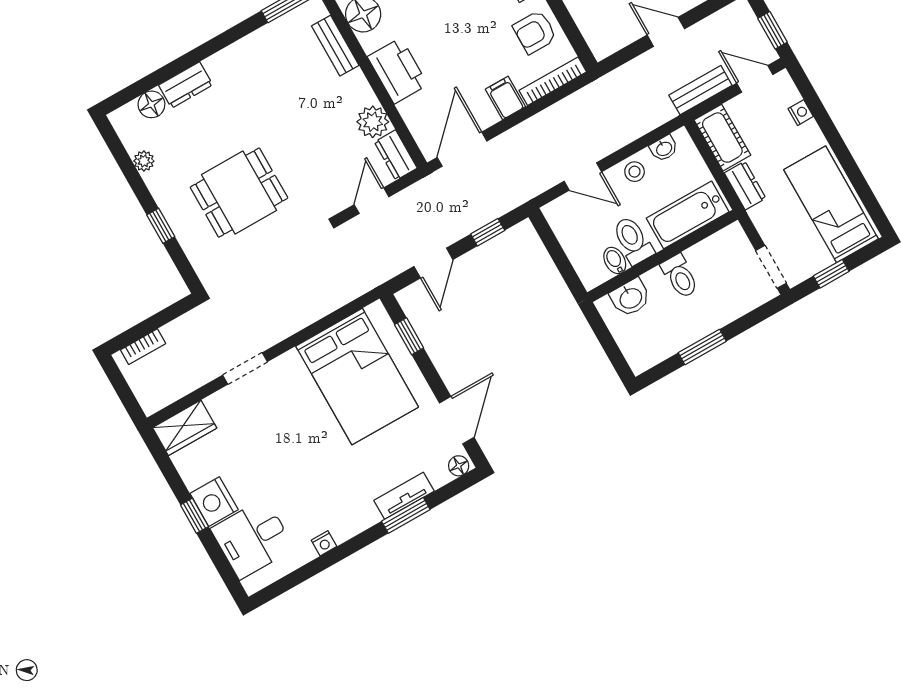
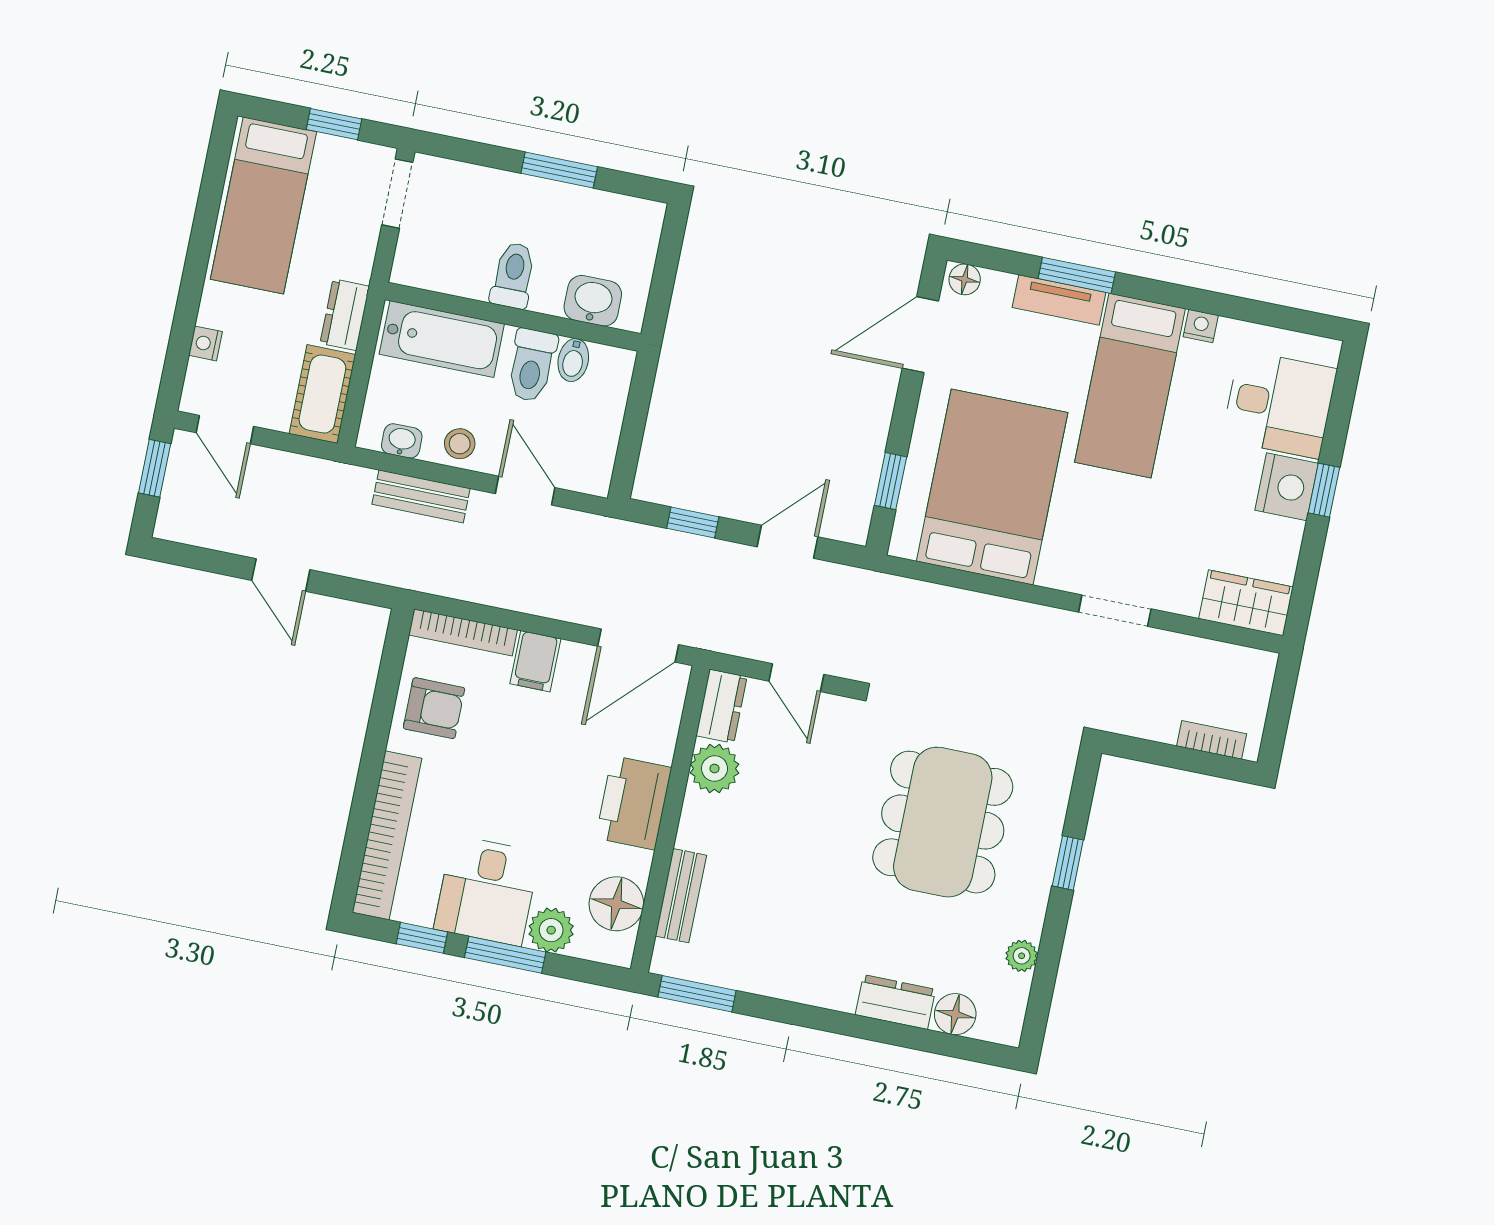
bench: (700, 90) -> (421, 496), moved
dining table: (239, 193) -> (943, 822), width x1.38
door: (371, 201) -> (796, 678), hinge flipped
bed: (333, 484) -> (1130, 385), added

